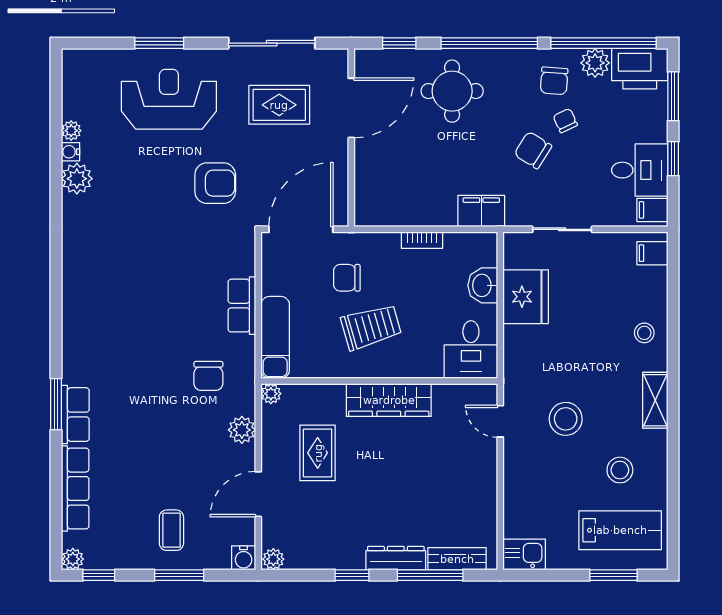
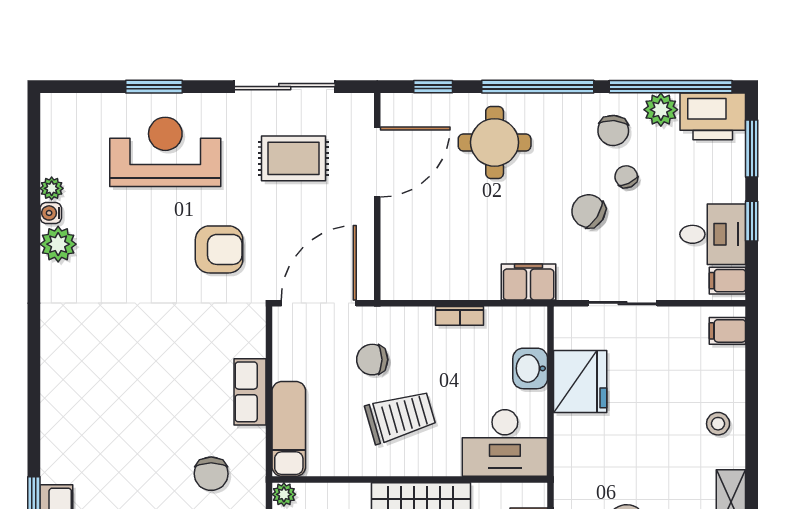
desk: (471, 350) -> (505, 443), width x1.37

